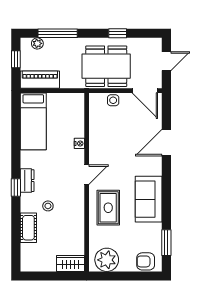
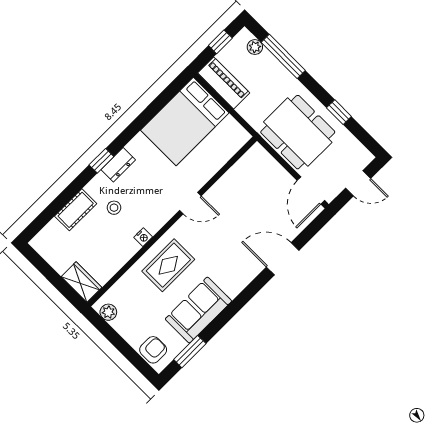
side table: (113, 100) -> (273, 170), removed
bed: (33, 121) -> (185, 122), width x1.50
nightstand: (79, 143) -> (143, 237), moved
door: (87, 175) -> (190, 203), moved
sofa: (149, 199) -> (198, 310), moved
plant: (107, 260) -> (108, 312), width x0.53, depth x0.53
armchair: (146, 261) -> (153, 350), turned 90

